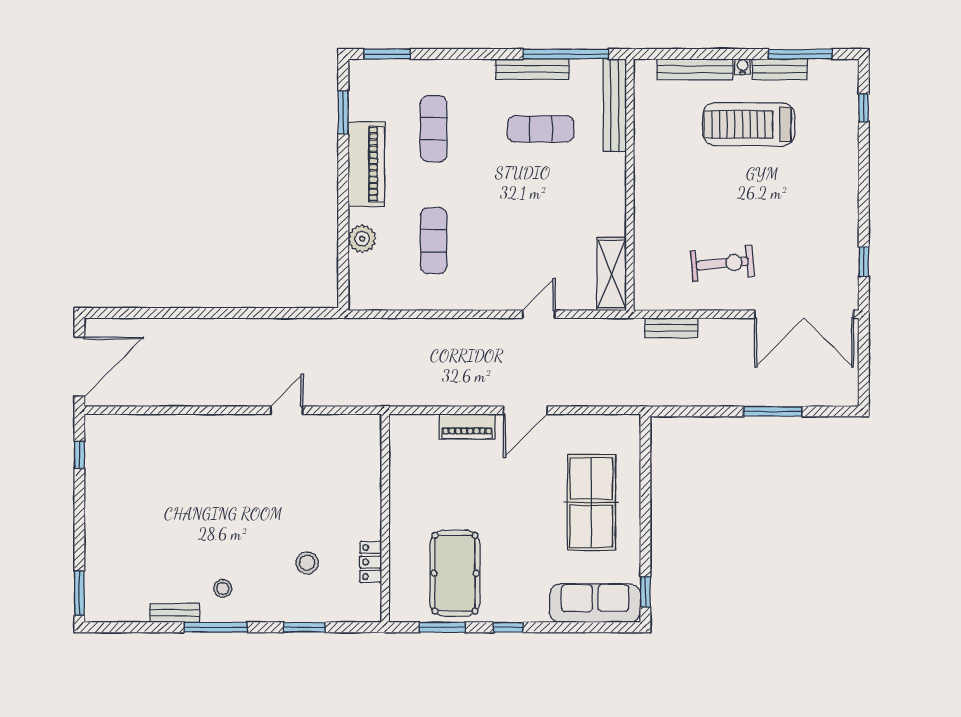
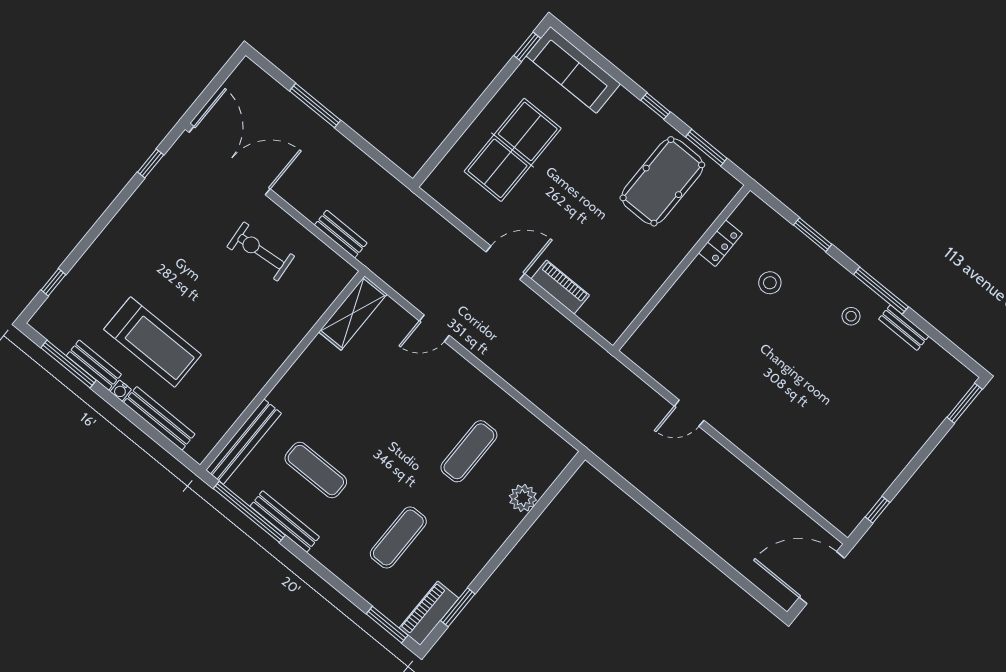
piano: (366, 164) -> (429, 613), moved, width x0.73, depth x0.75

